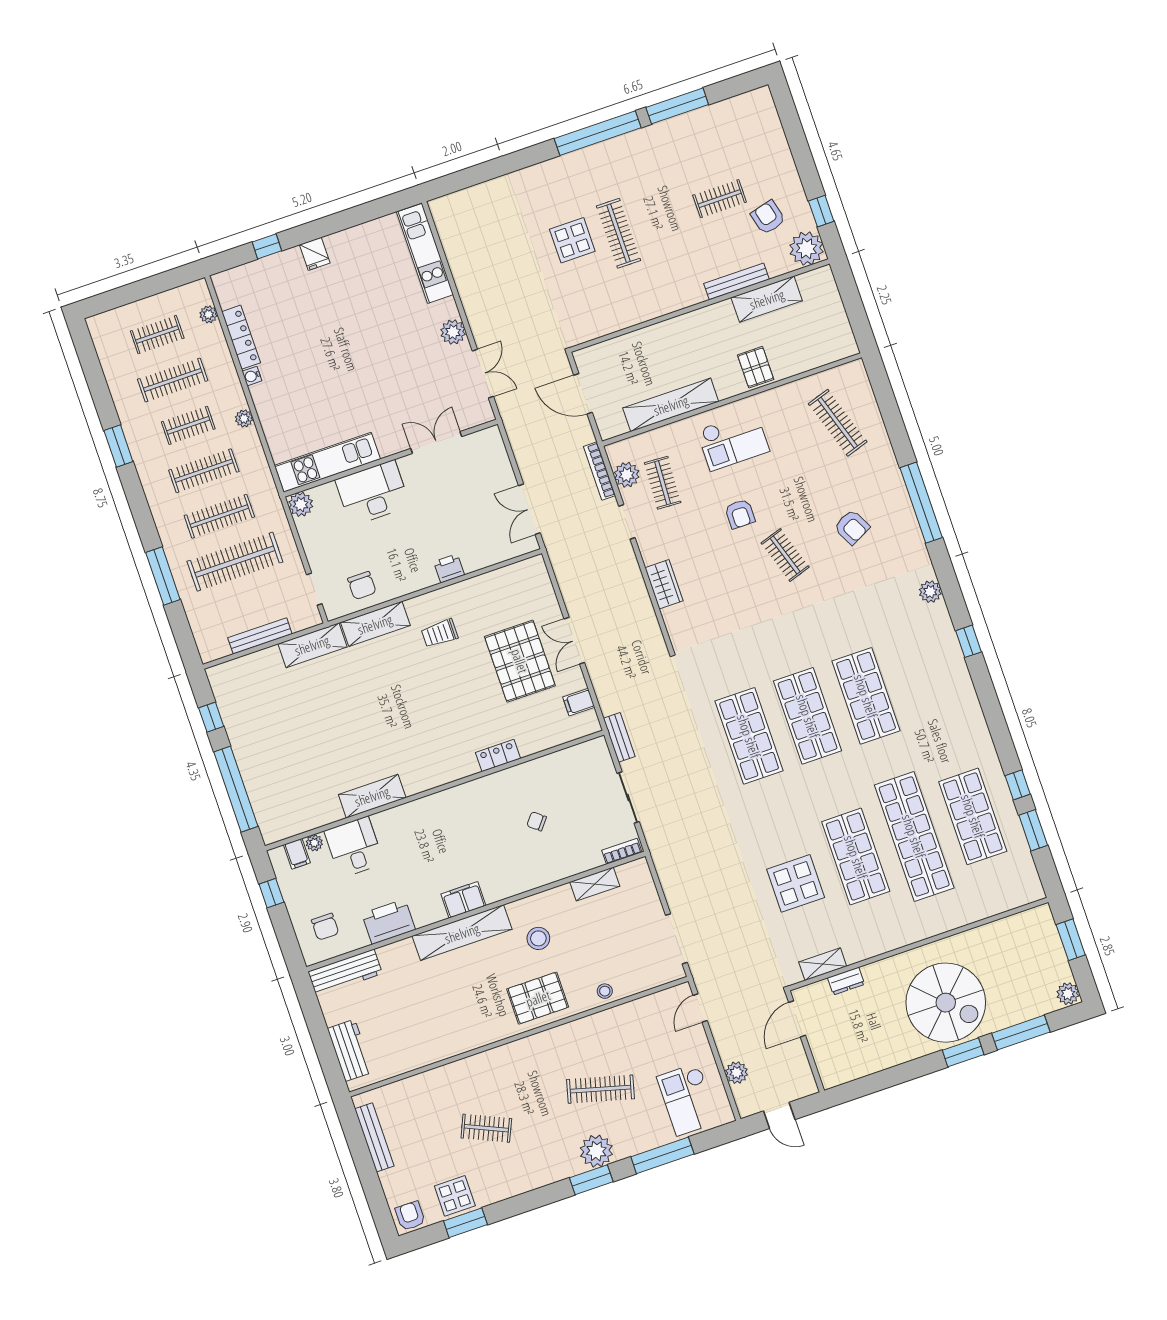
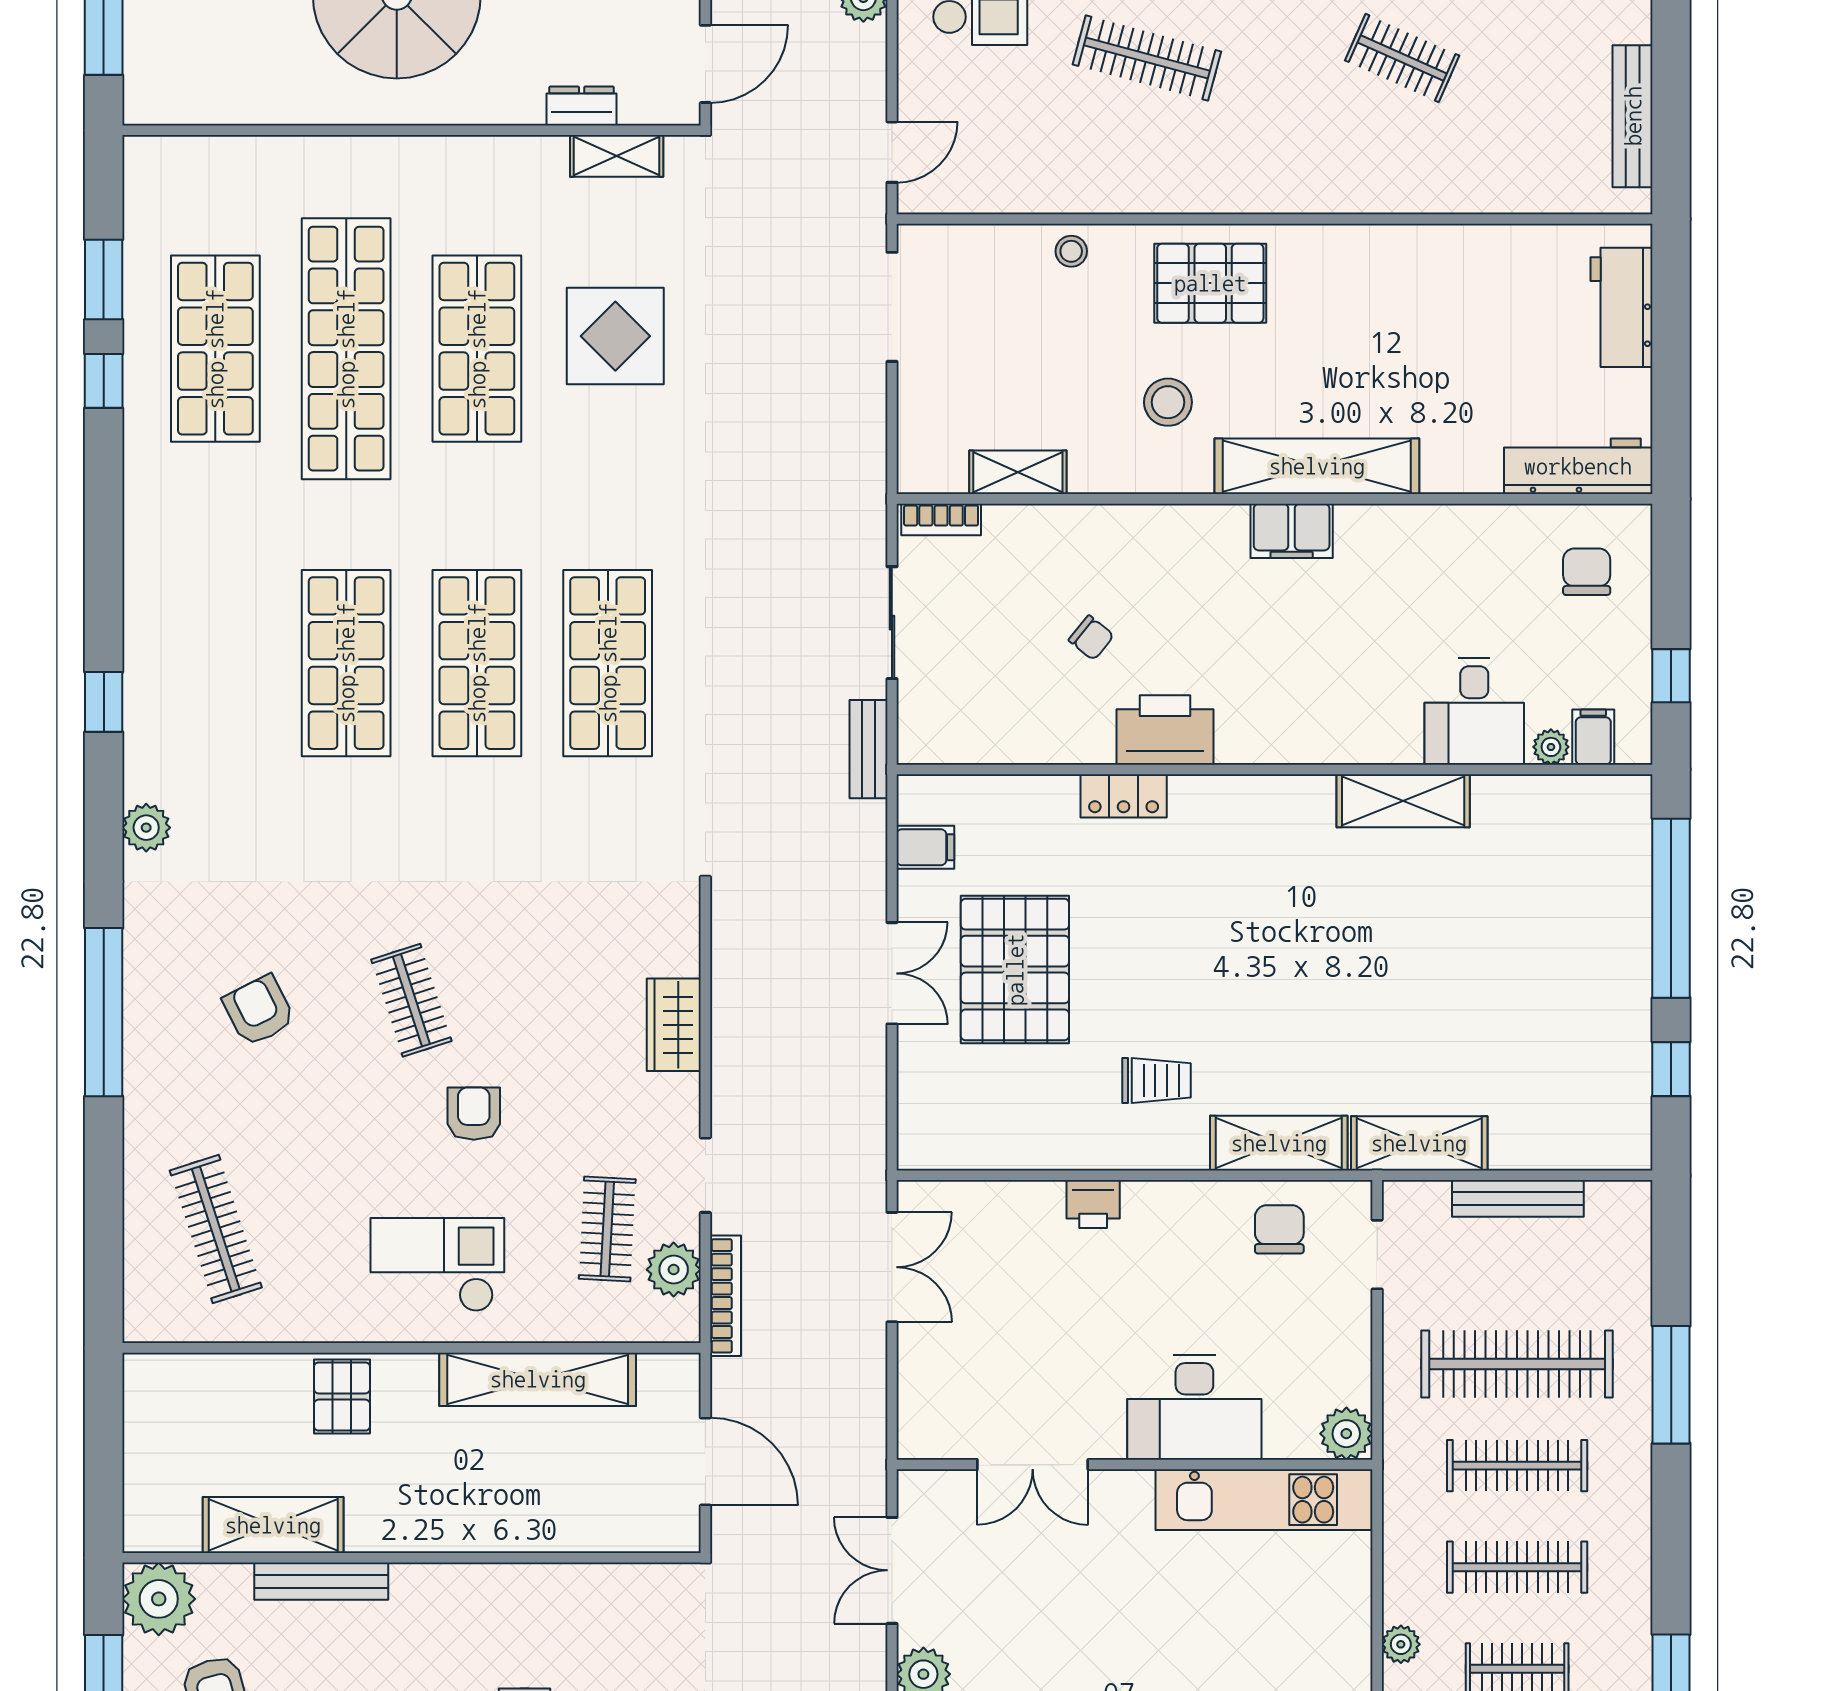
printer: (389, 922) -> (1165, 730), moved, turned 180

